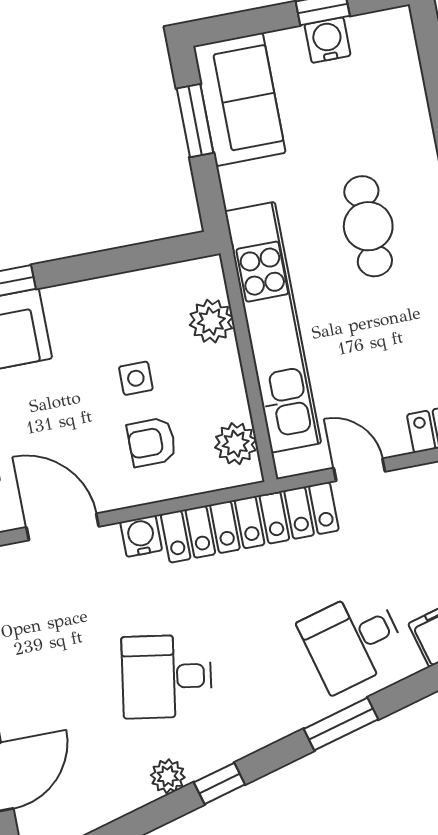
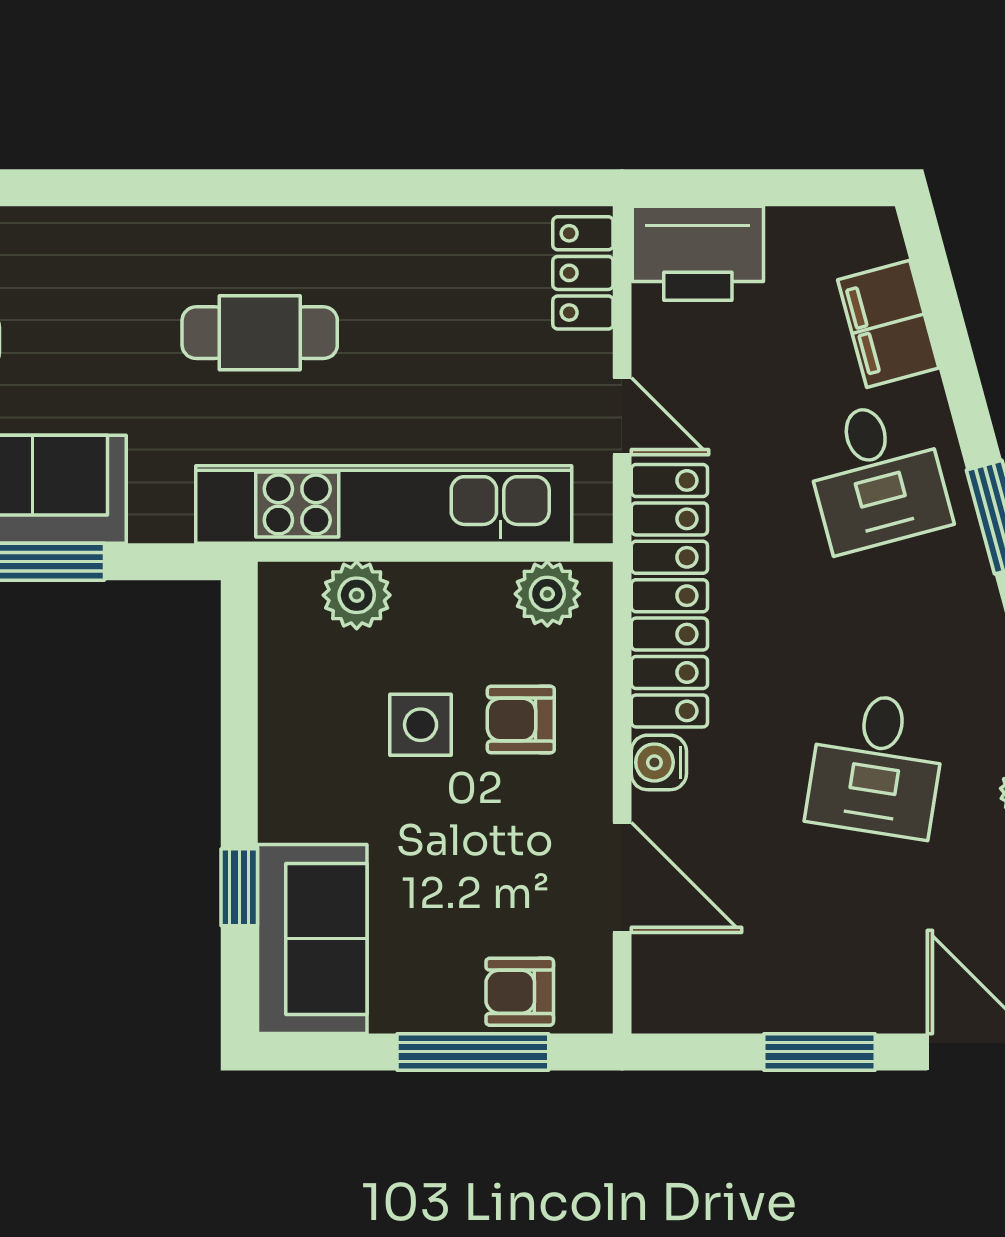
side table: (136, 378) -> (421, 725), width x1.37, depth x1.37
armchair: (152, 442) -> (521, 720), turned 90
door: (359, 470) -> (622, 416), swing flipped
door: (63, 527) -> (622, 877), swing flipped

